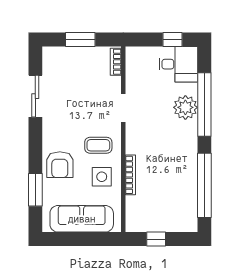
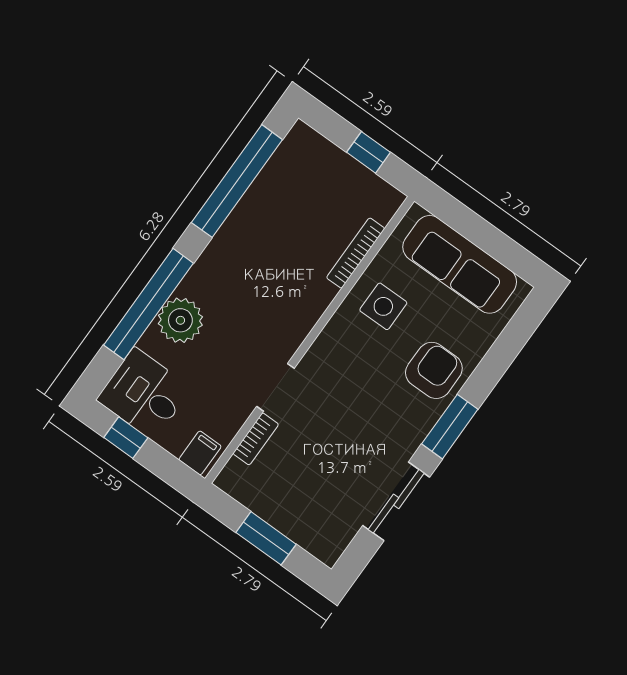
filing cabinet: (136, 56) -> (200, 453), added
bookcase: (116, 62) -> (256, 439), moved
coffee table: (98, 145) -> (354, 358), removed
bookcase: (130, 175) -> (356, 253), moved
window: (35, 190) -> (450, 427), moved

